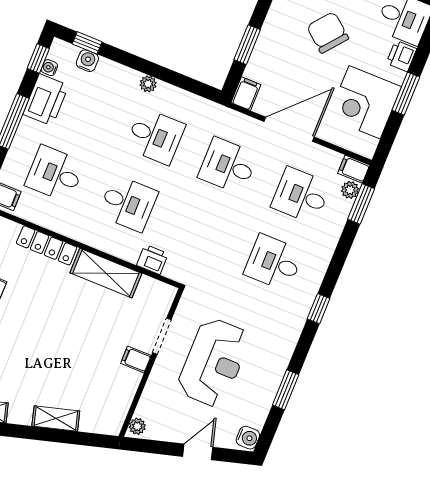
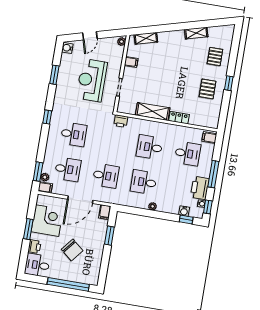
locker: (47, 245) -> (179, 118), width x0.66
printer: (152, 259) -> (121, 121), moved
filing cabinet: (136, 359) -> (131, 62), moved
shelving: (56, 418) -> (146, 38), moved

